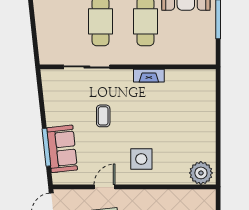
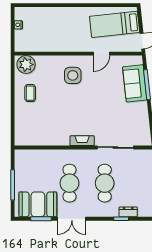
fireplace: (149, 76) -> (82, 141), moved
coffee table: (103, 116) -> (30, 93), moved

